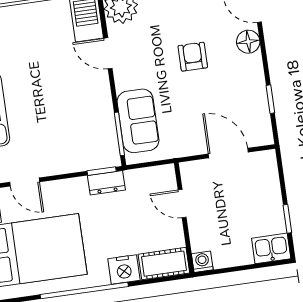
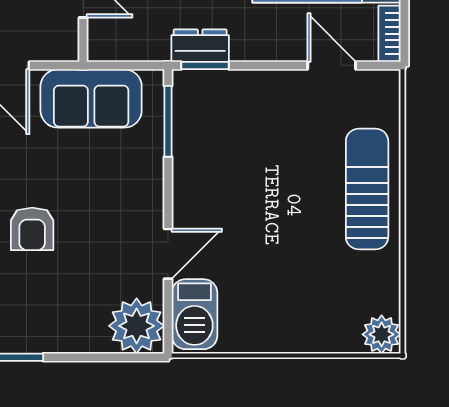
door: (108, 53) -> (168, 254), hinge flipped
sofa: (138, 121) -> (91, 98), moved, turned -90

